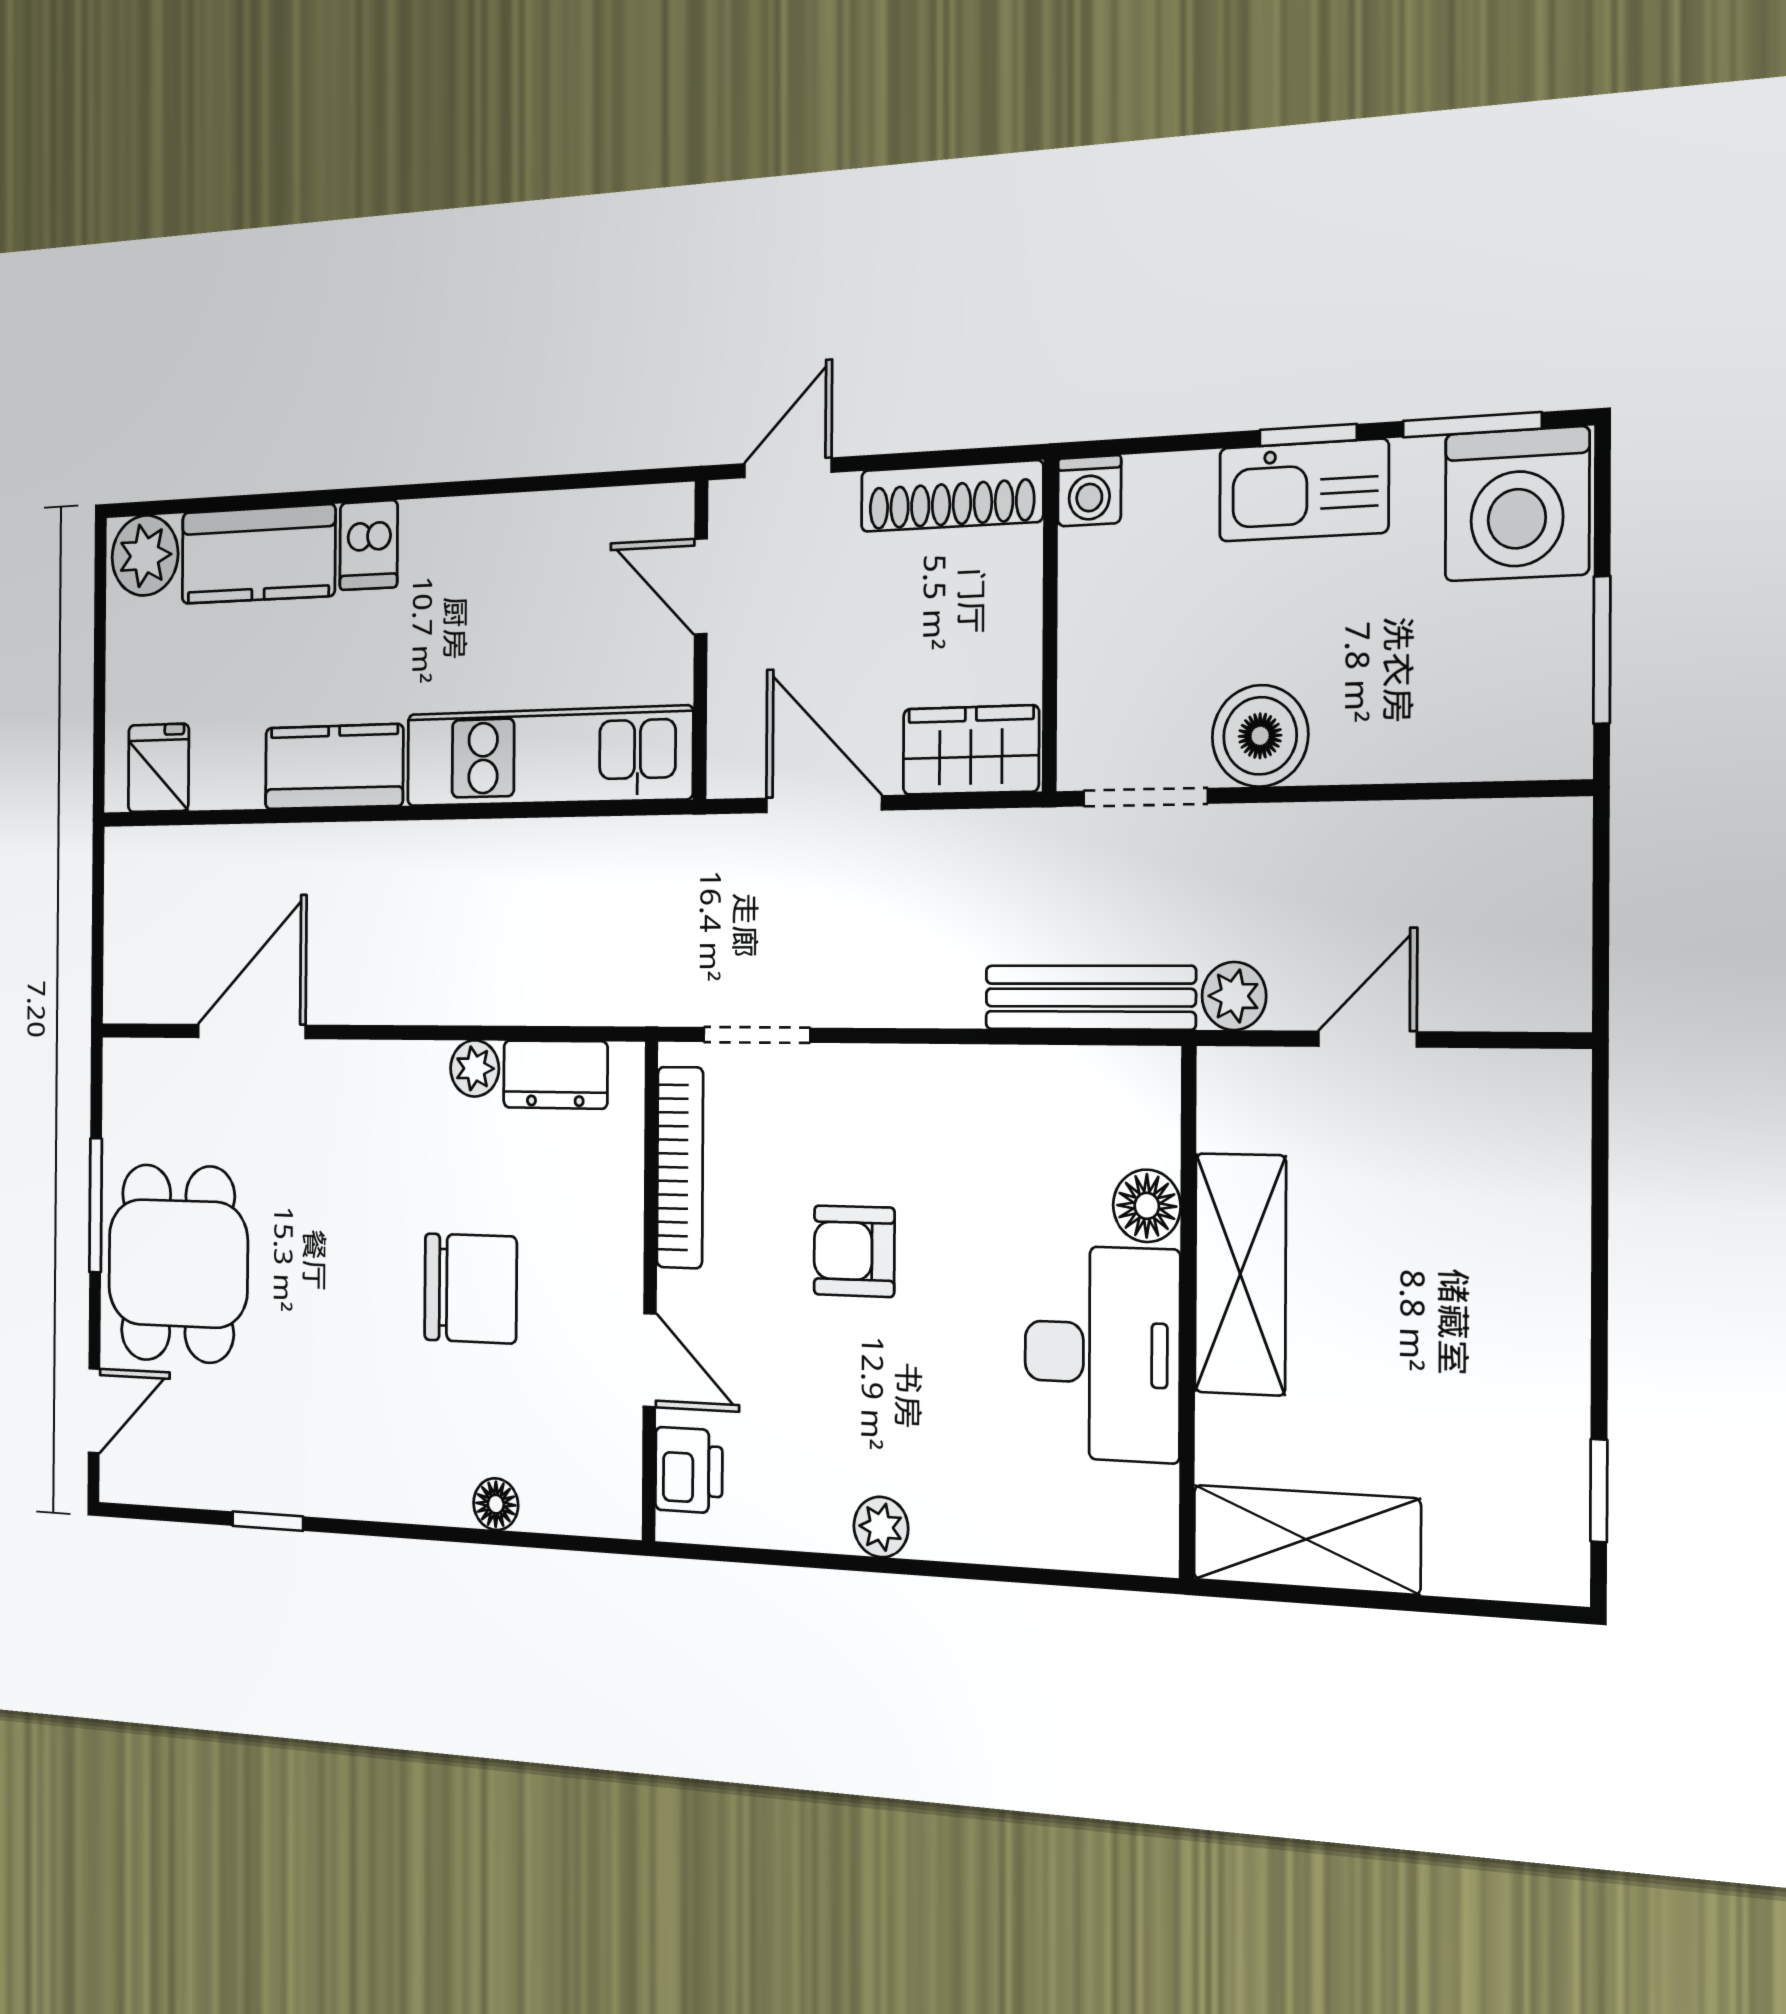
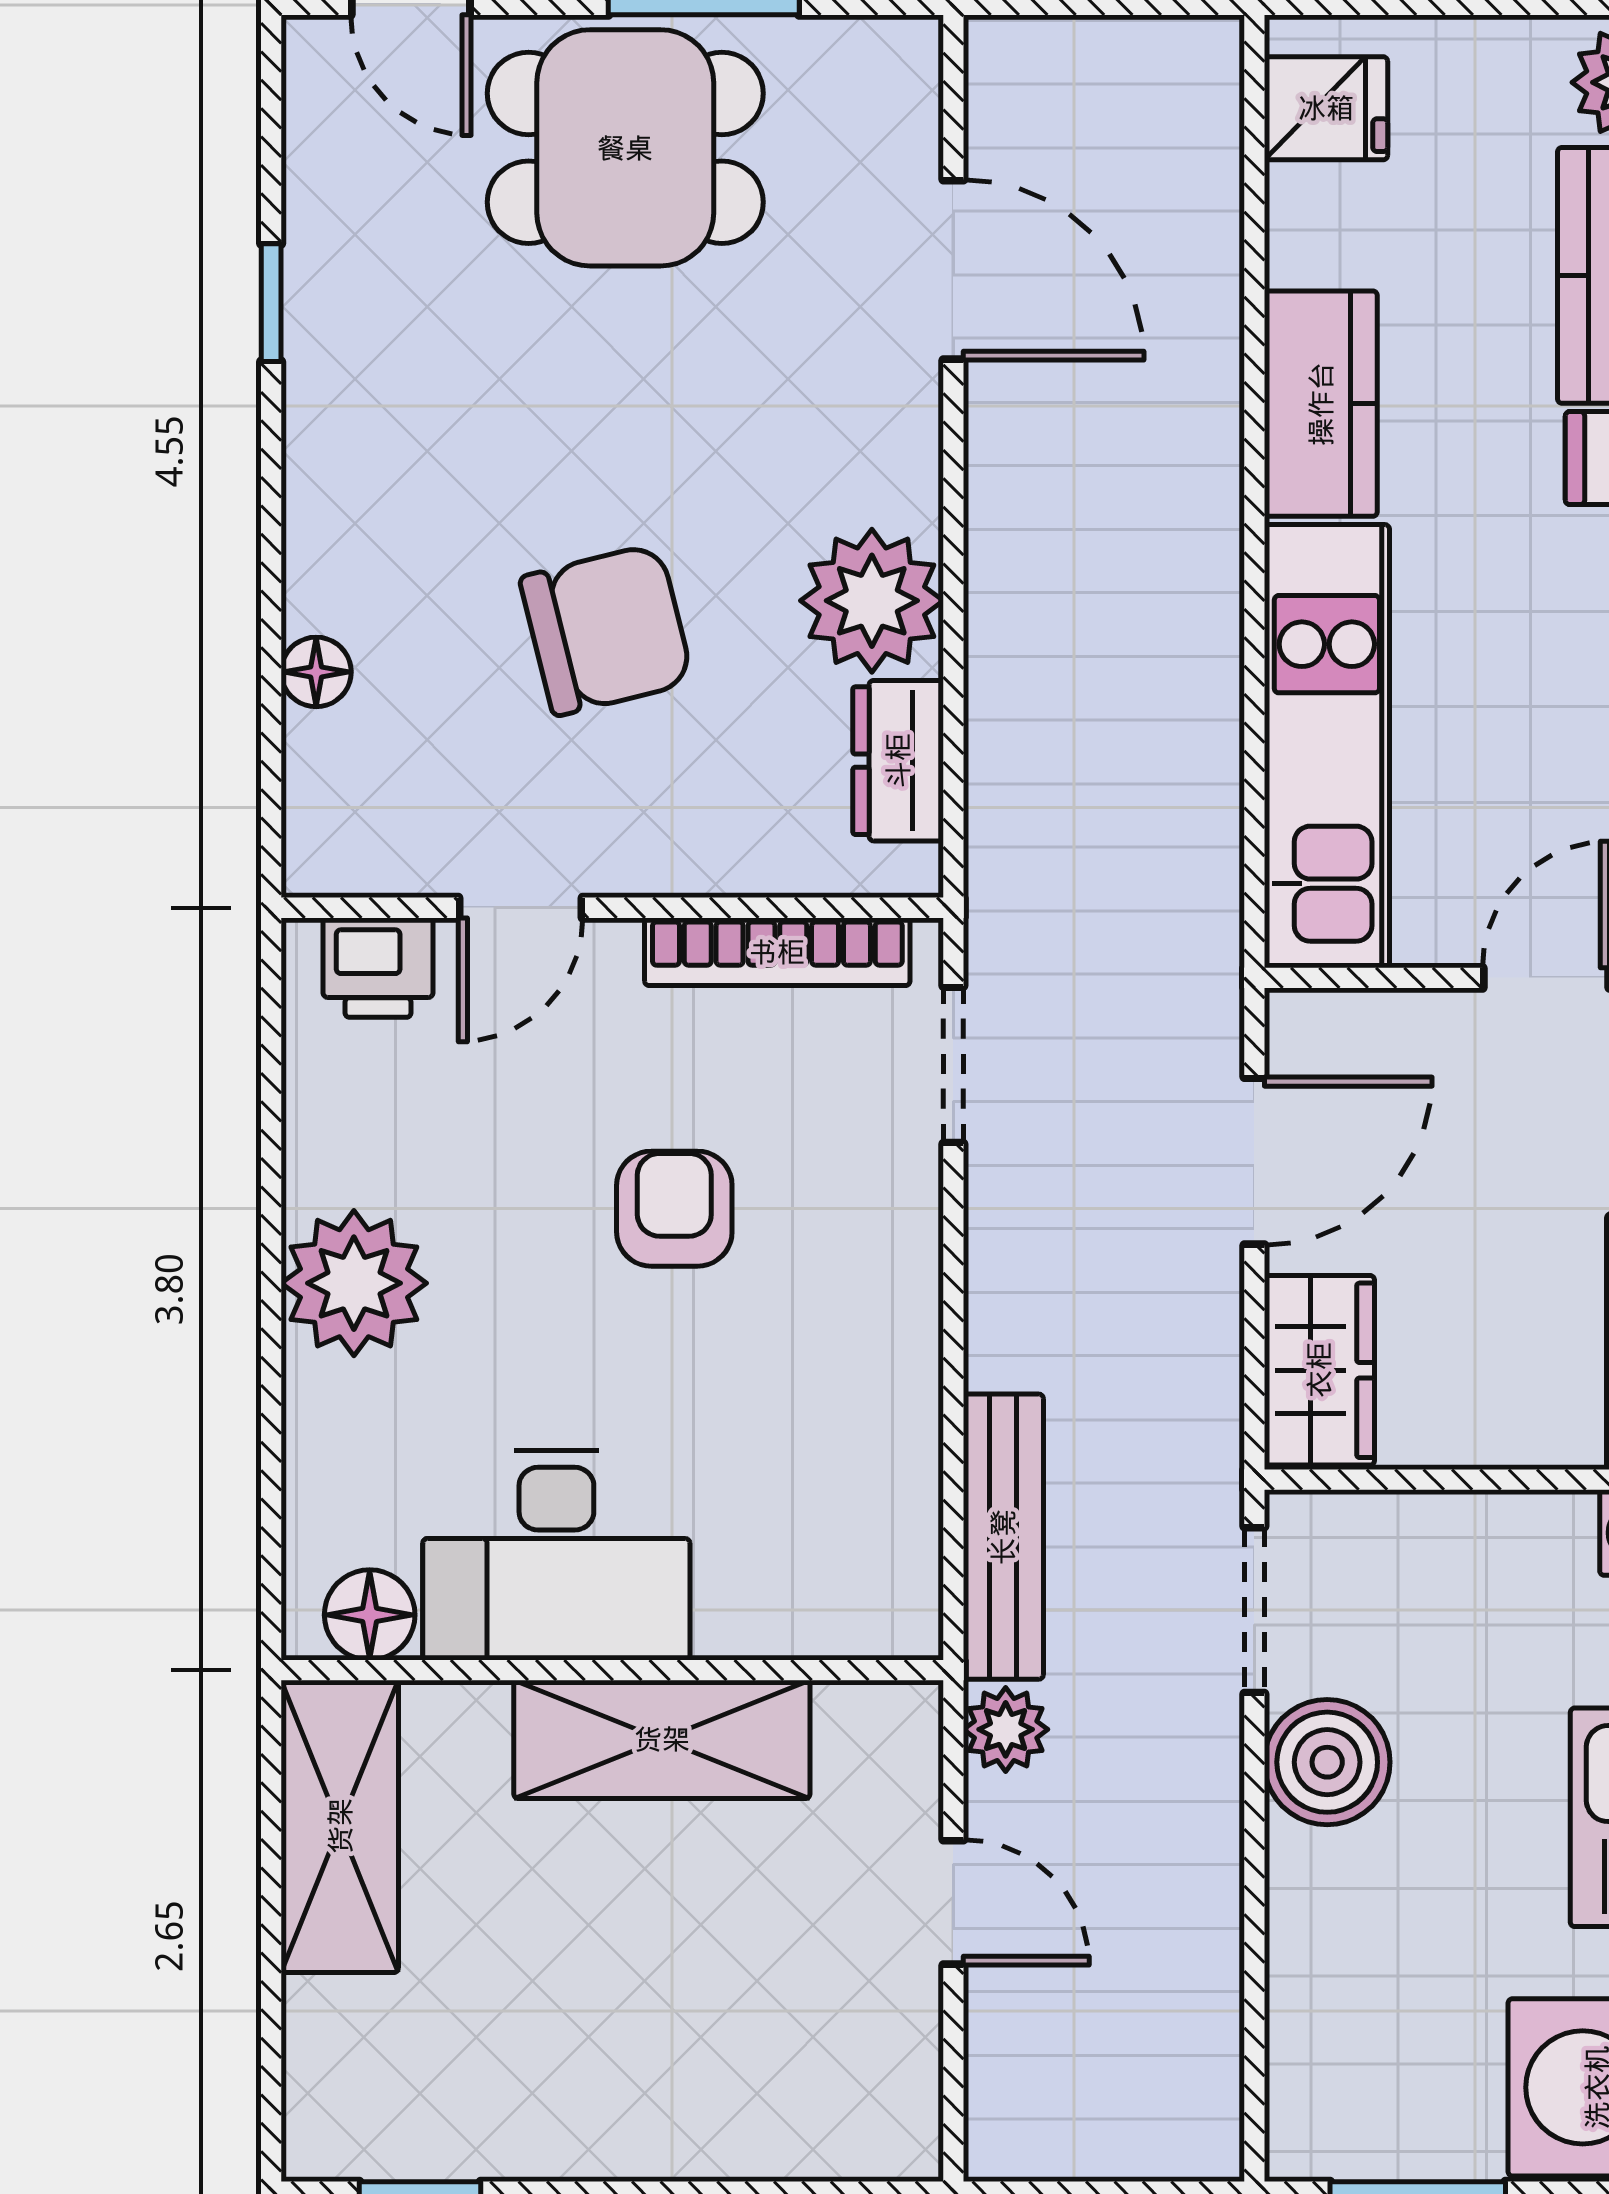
plant: (475, 1068) -> (872, 601), width x1.88, depth x1.88
floor lamp: (1147, 1206) -> (370, 1615), moved
chair: (471, 1288) -> (606, 630), turned -104
plant: (881, 1527) -> (354, 1283), width x1.88, depth x1.88

